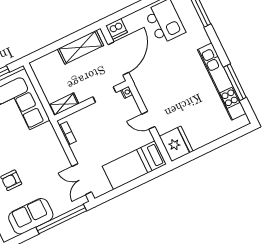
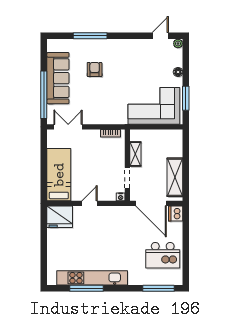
shelving: (64, 104) -> (135, 154), moved
sofa: (31, 216) -> (58, 78), width x1.36

